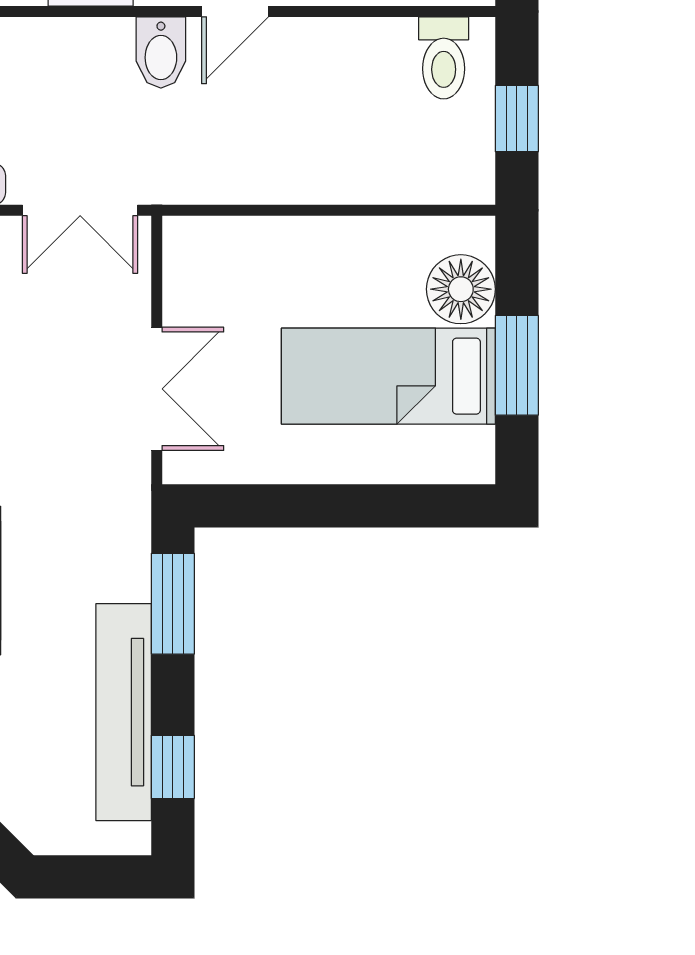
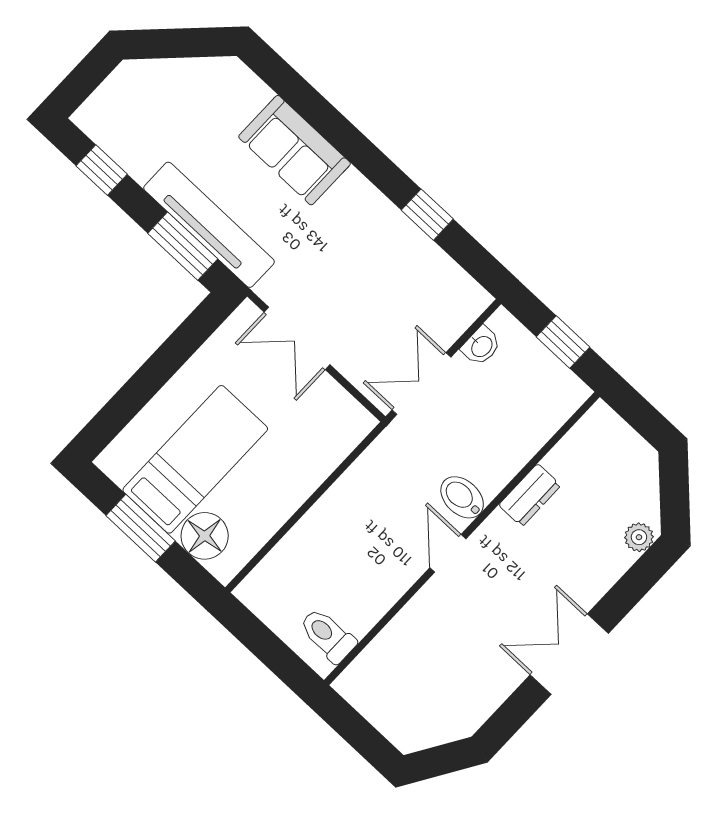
window: (517, 119) -> (263, 643), removed
tv unit: (124, 712) -> (209, 225), moved

